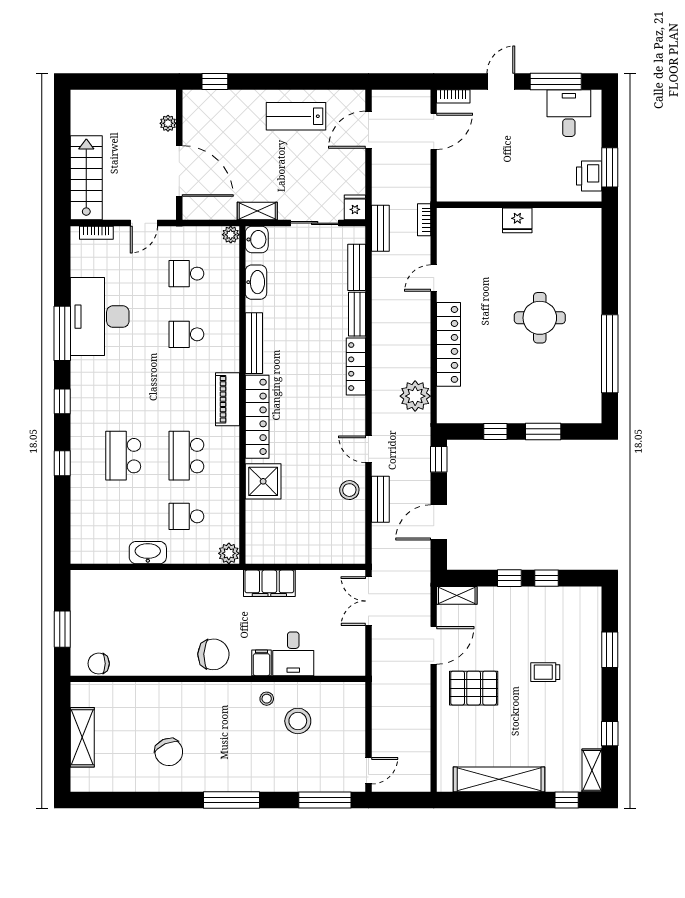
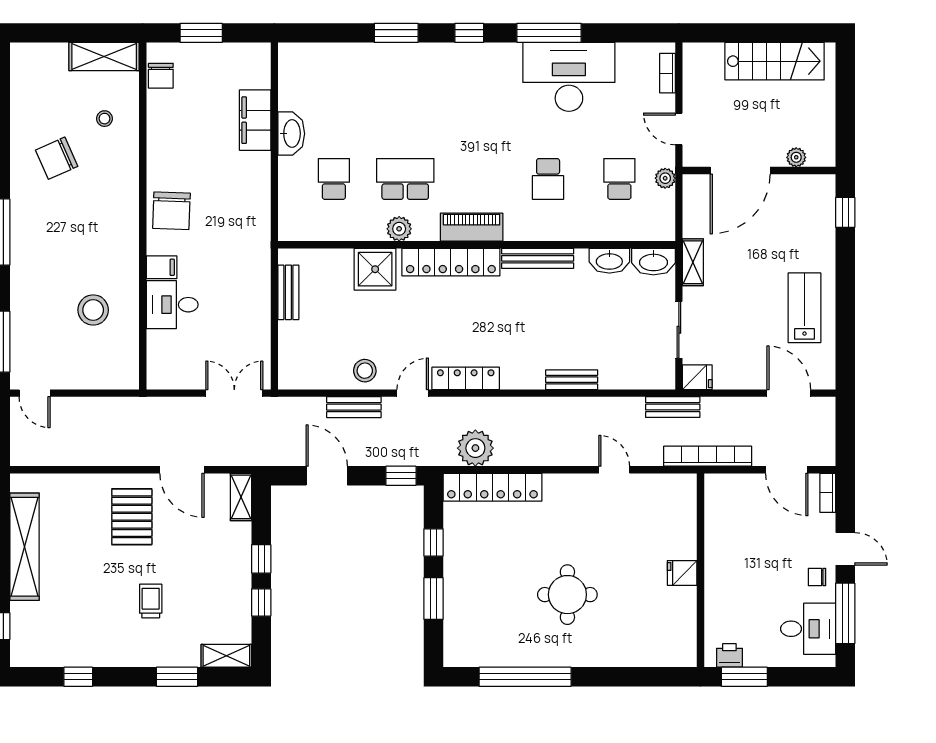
chair: (525, 106) -> (817, 577), added
printer: (589, 176) -> (729, 655), width x0.73, depth x0.81
stairs: (86, 178) -> (775, 61), moved
bookcase: (424, 220) -> (708, 456), width x2.31, depth x1.31
fridge: (517, 220) -> (682, 573), width x0.72
plant: (231, 235) -> (665, 178), moved
washbasin: (257, 239) -> (653, 262), width x1.38
bench: (357, 267) -> (288, 292), moved, turned 90
school desk: (186, 334) -> (548, 179), turned 180
locker: (449, 344) -> (492, 487), moved
locker: (356, 367) -> (466, 378), moved
school desk: (123, 456) -> (405, 105), removed
window: (62, 463) -> (396, 33), width x1.50
plant: (229, 553) -> (399, 229), moved
filing cabinet: (269, 583) -> (255, 120), moved
chair: (99, 664) -> (161, 76), turned 180
stool: (267, 699) -> (104, 119), moved
shelving: (82, 737) -> (104, 56), moved
shelving: (592, 770) -> (226, 656), moved

